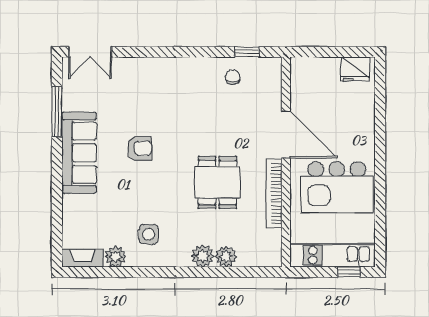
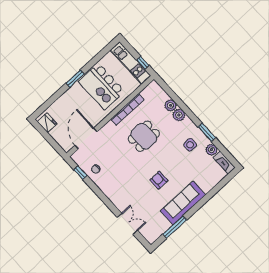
double door: (90, 52) -> (127, 224), moved
door: (286, 135) -> (86, 138), moved
window: (380, 161) -> (75, 79), added
kitchen island: (337, 187) -> (102, 86), turned 180
window: (145, 272) -> (207, 132), added
window: (349, 272) -> (143, 63), moved

